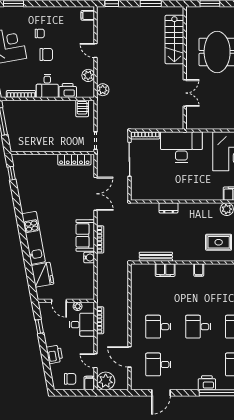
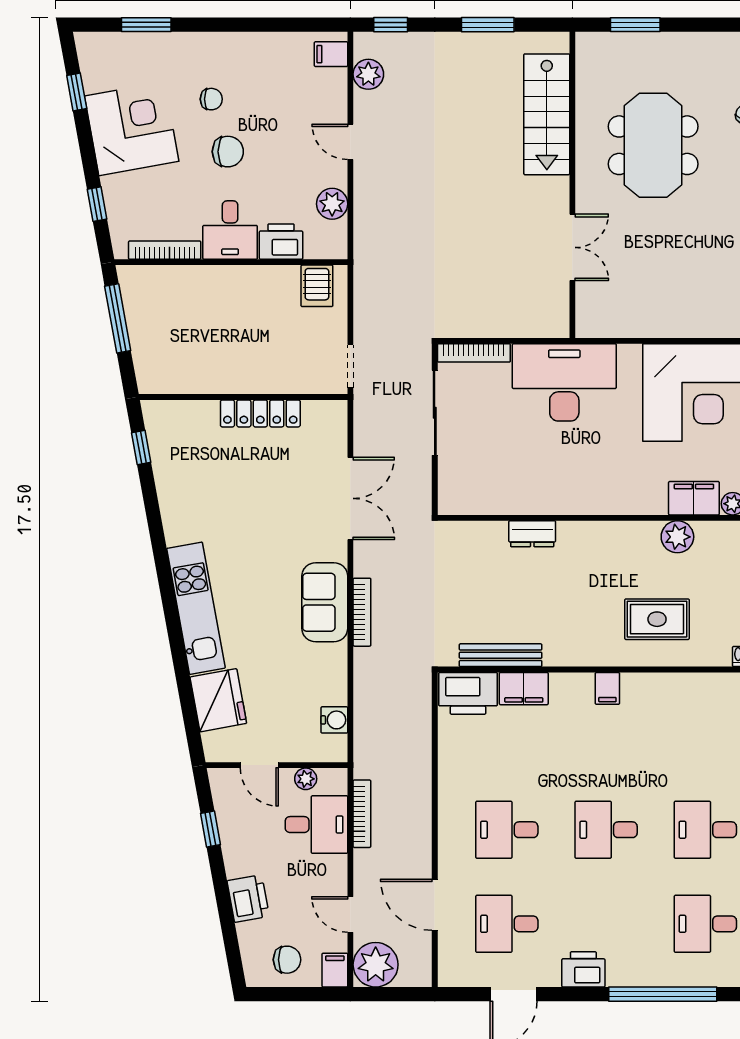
plant: (103, 90) -> (368, 74), moved
locker: (74, 160) -> (260, 413), moved
water cooler: (89, 257) -> (334, 720), moved
printer: (143, 272) -> (468, 693), added
printer: (207, 383) -> (583, 969), moved

